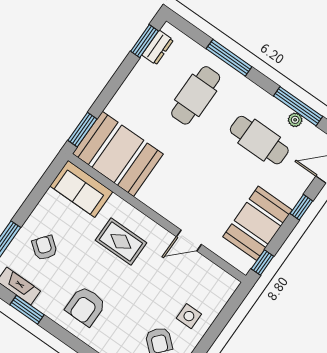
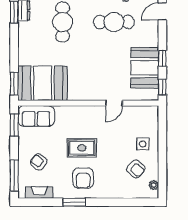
window: (46, 181) -> (14, 125), added
window: (301, 207) -> (162, 58), moved
rug: (121, 241) -> (82, 148), moved
window: (27, 310) -> (74, 202), moved

